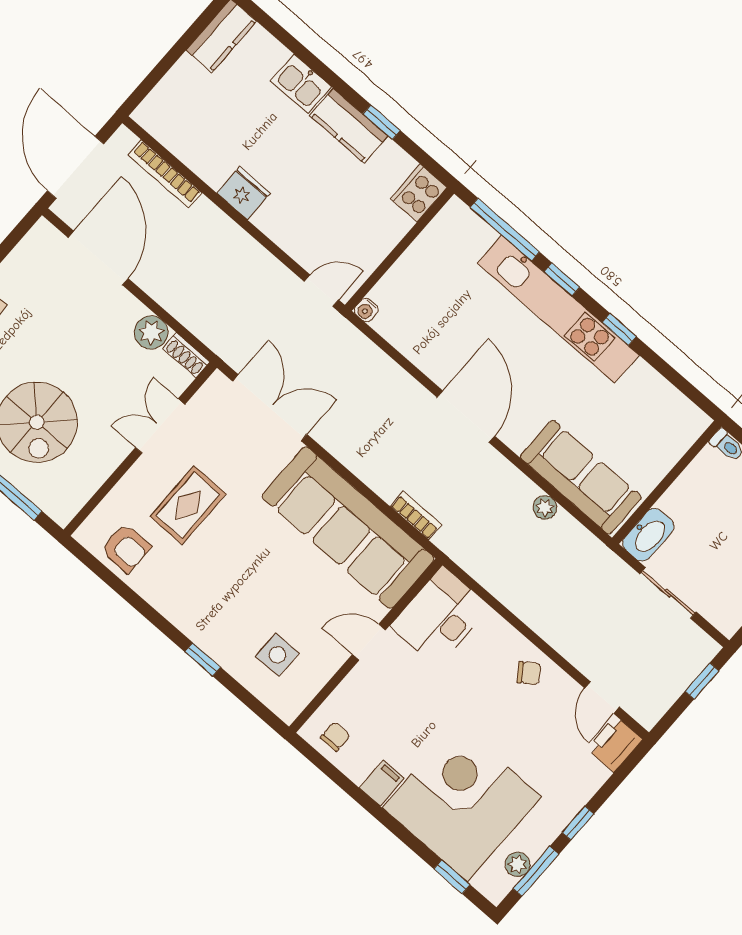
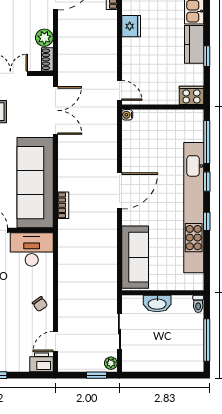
kitchen unit: (558, 309) -> (194, 208), width x1.36
plant: (545, 507) -> (111, 363), moved
washbasin: (648, 535) -> (157, 304), moved

